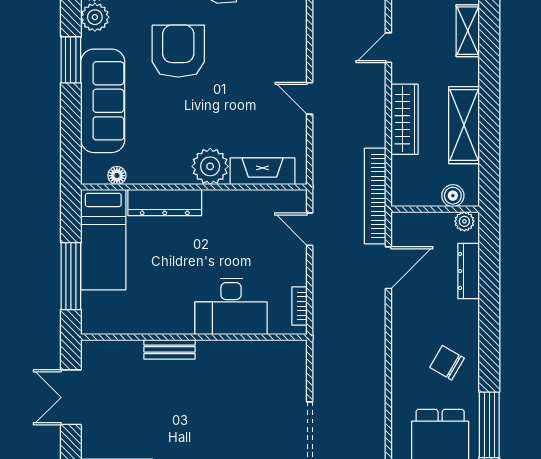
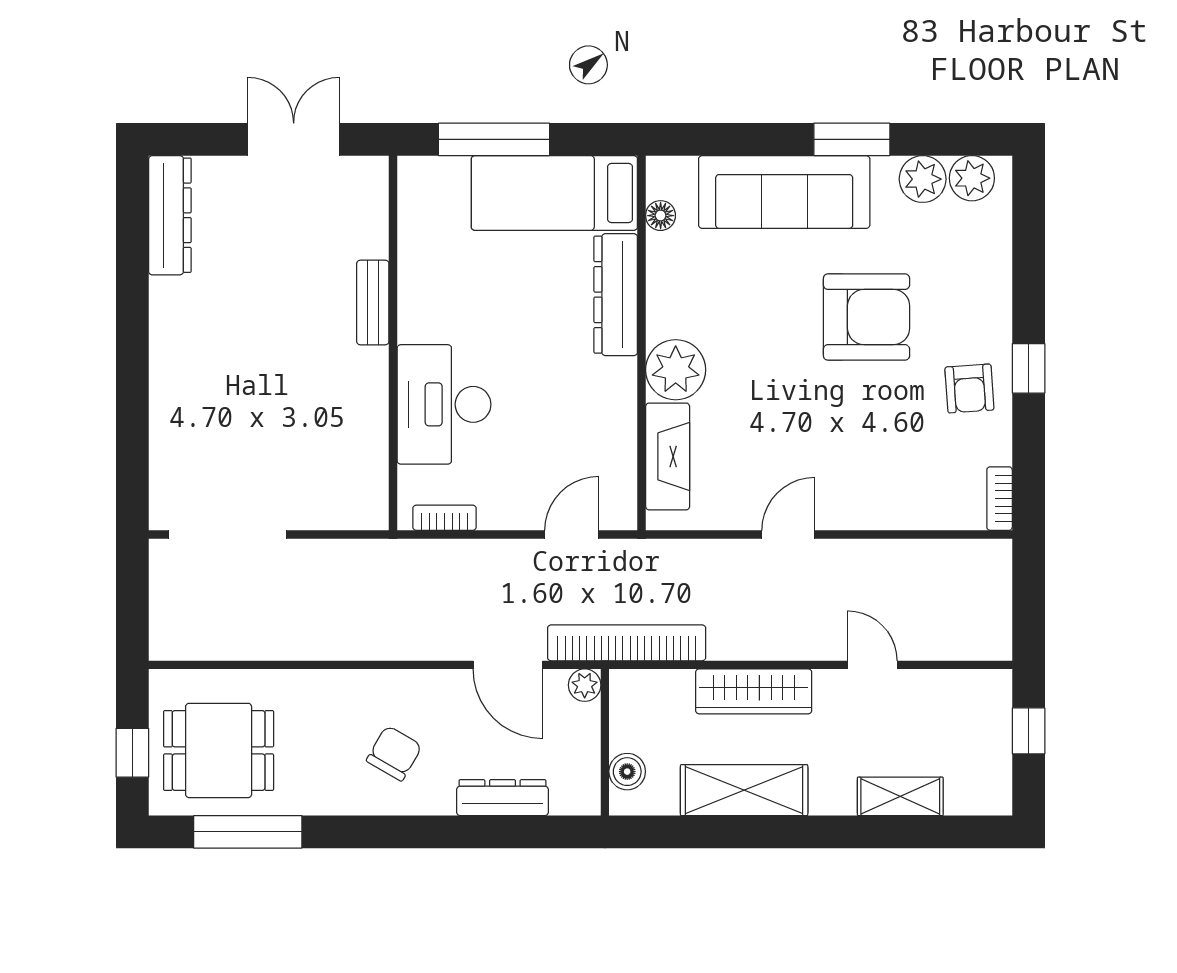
plant: (464, 221) -> (585, 685), moved
chair: (447, 363) -> (394, 753), moved

